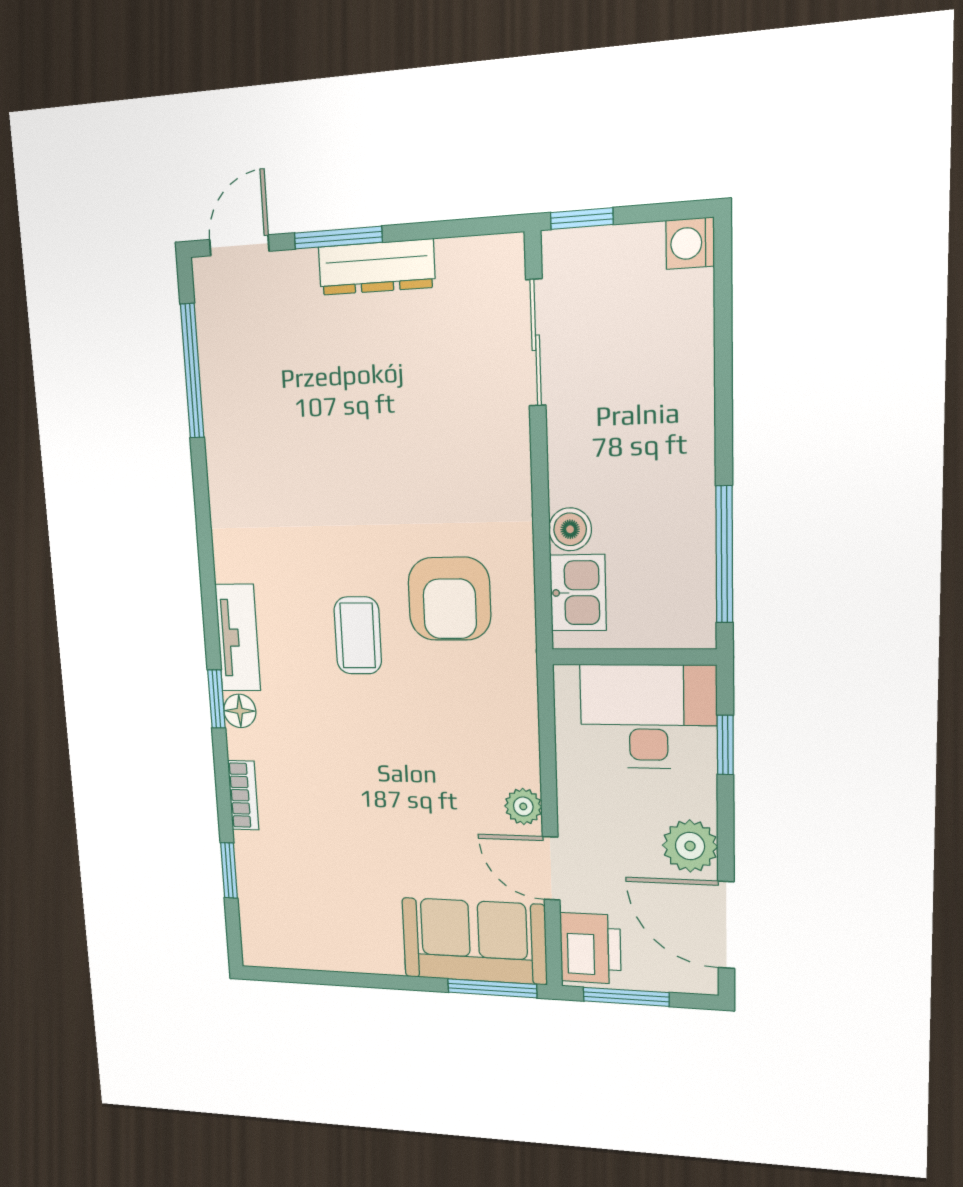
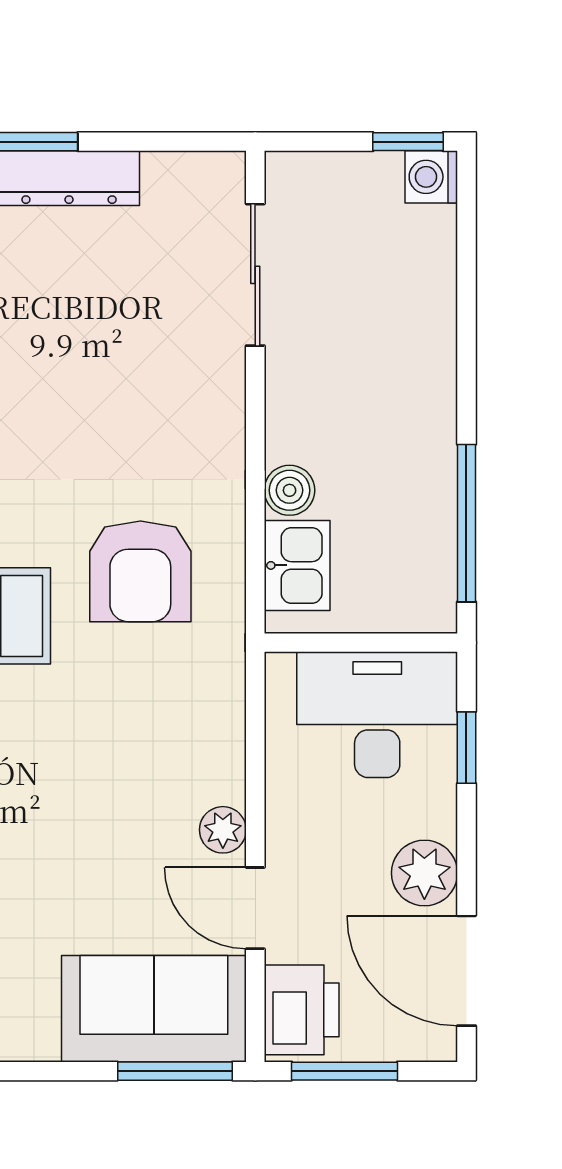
window: (582, 219) -> (408, 142), moved

